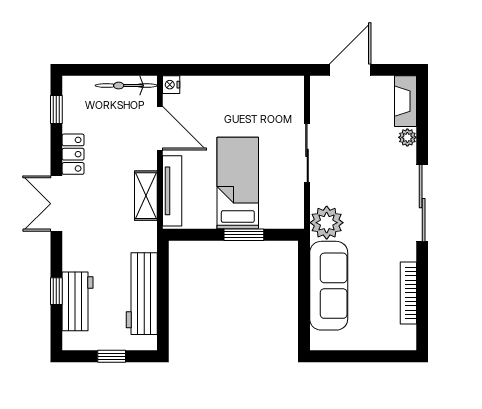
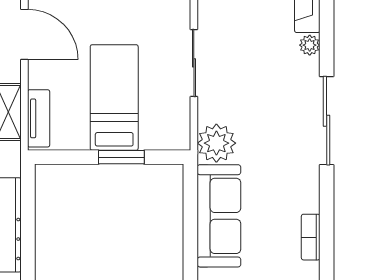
tv unit: (172, 191) -> (39, 118), width x0.71
bookcase: (408, 293) -> (311, 237), width x0.64

